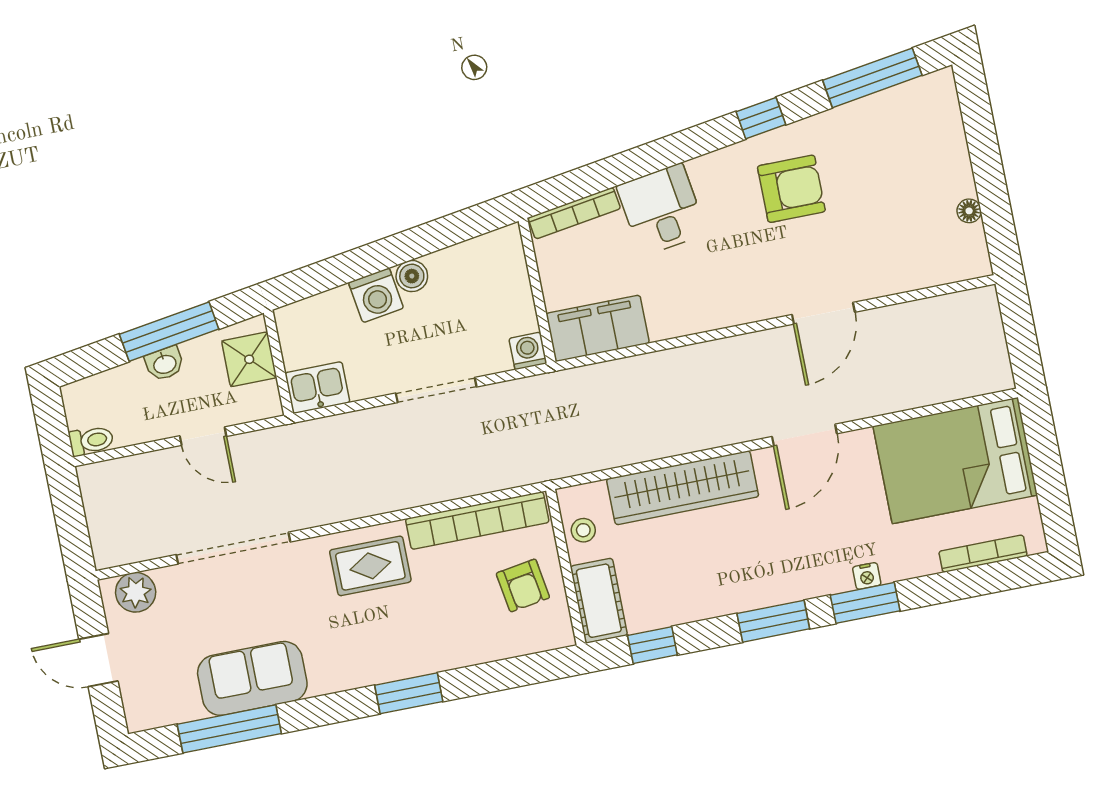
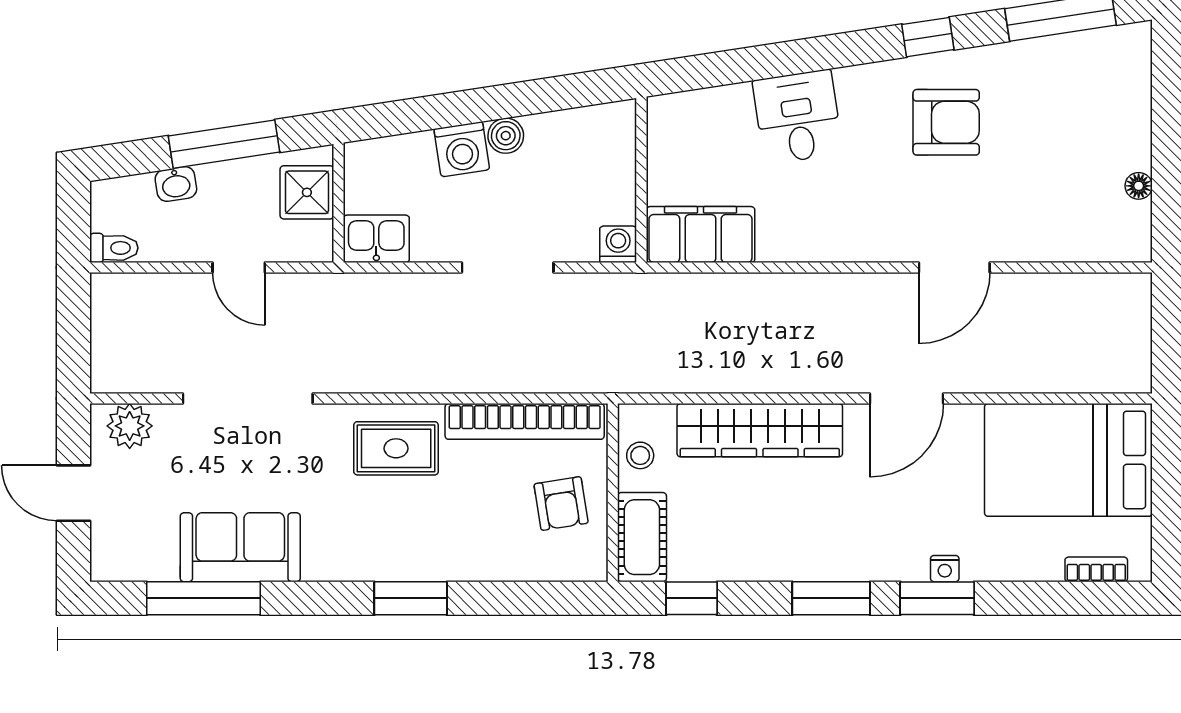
bookcase: (574, 213) -> (700, 102), removed
washbasin: (165, 364) -> (176, 184), moved
bookcase: (983, 554) -> (1096, 569), width x0.64

